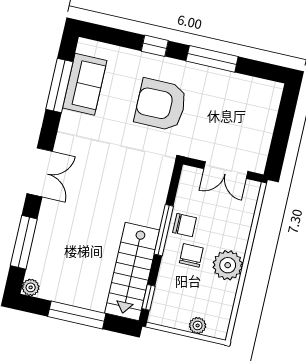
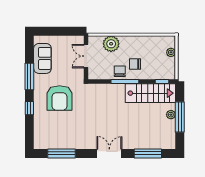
sofa: (85, 84) -> (42, 58), moved, turned 90
double door: (226, 170) -> (86, 56), swing flipped
plant: (228, 265) -> (111, 44), moved
plant: (31, 287) -> (171, 115), moved

